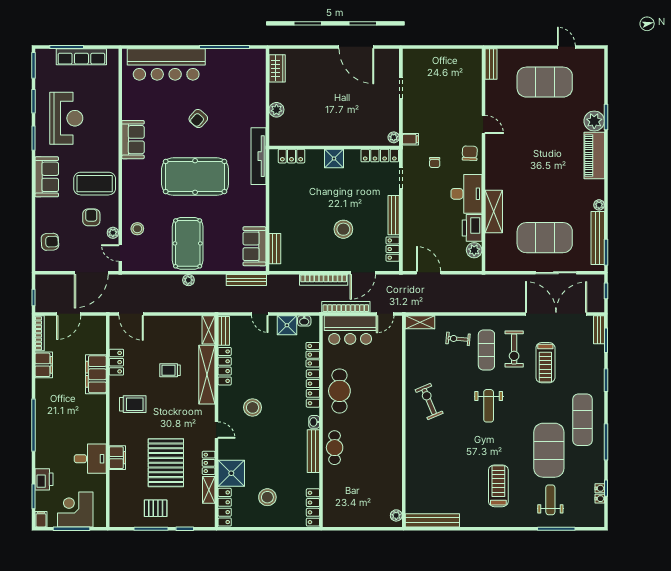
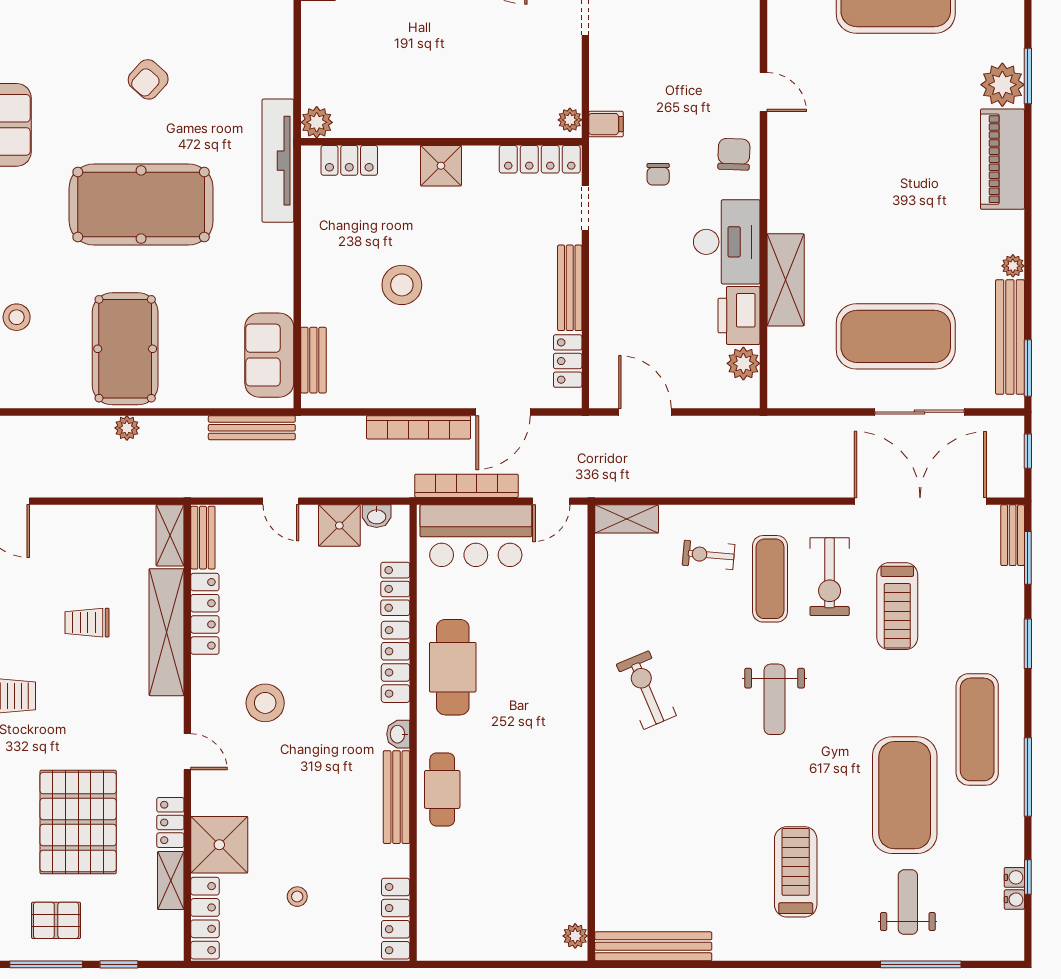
plant: (276, 110) -> (317, 122), moved
stool: (343, 229) -> (402, 285), moved
stool: (267, 497) -> (297, 897), width x0.53, depth x0.53

